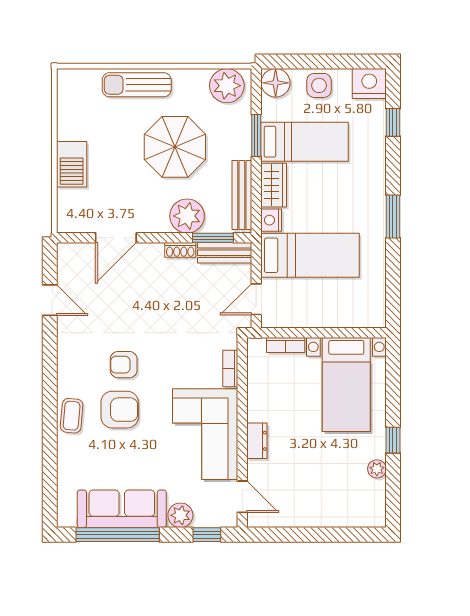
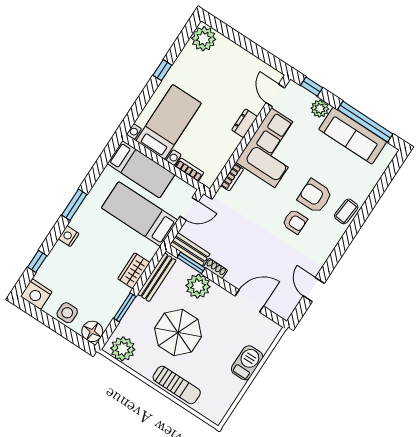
bed: (304, 142) -> (141, 169), moved, turned 180
nightstand: (271, 220) -> (69, 236), moved, turned 180
plant: (377, 469) -> (204, 39), moved, width x1.88, depth x1.88

